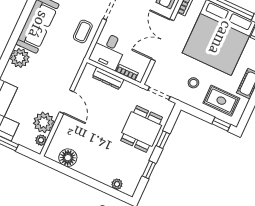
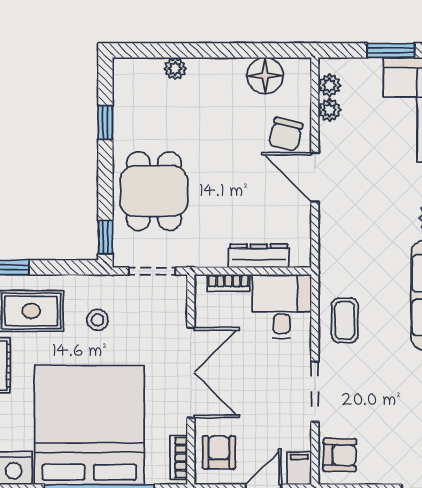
plant: (44, 122) -> (330, 110), width x0.53, depth x0.53
chair: (71, 127) -> (286, 135), added
window: (163, 140) -> (105, 237), moved
plant: (117, 184) -> (175, 69), moved

